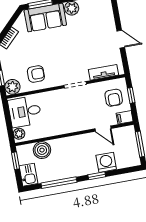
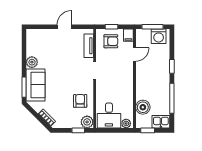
washing machine: (106, 162) -> (159, 36), moved, turned -90

